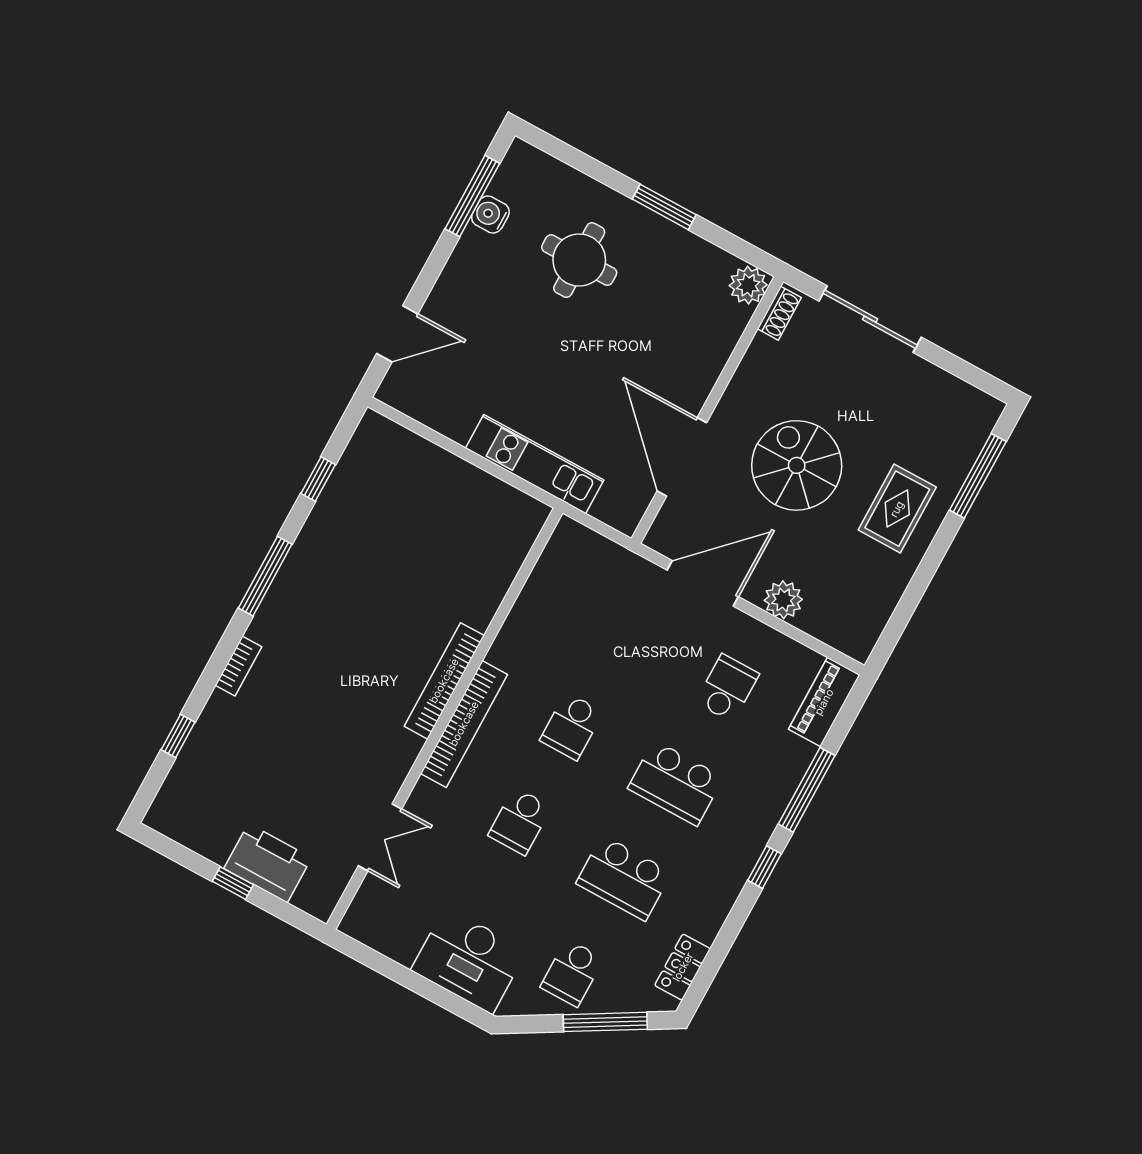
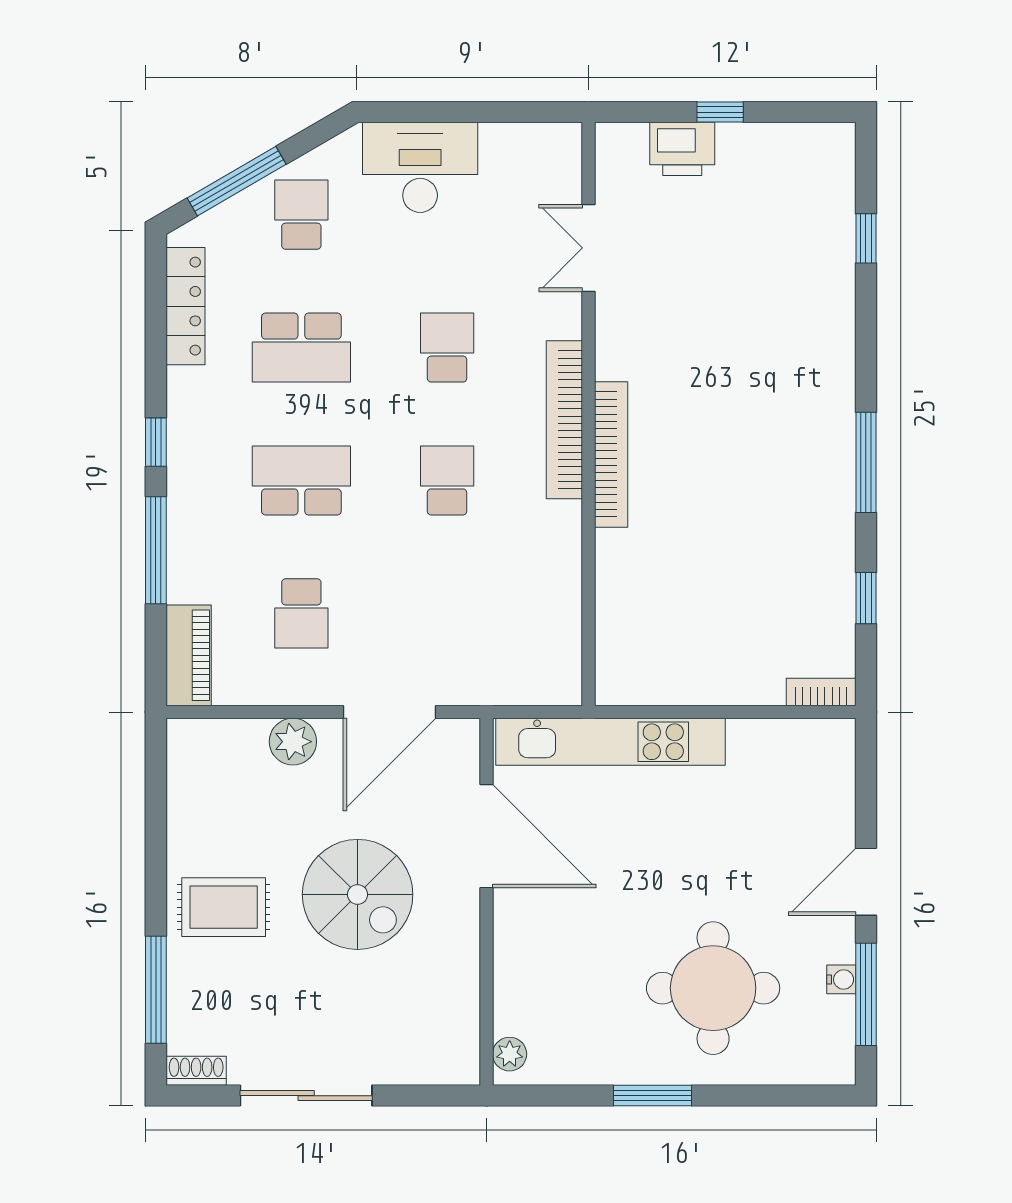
water cooler: (490, 215) -> (841, 979), width x0.72, depth x0.72
round table: (579, 260) -> (713, 988), width x1.36, depth x1.36
plant: (748, 285) -> (510, 1054), width x0.73, depth x0.73
shoe rack: (779, 313) -> (196, 1071), moved, turned 90
sliding door: (870, 319) -> (306, 1096), moved
door: (397, 334) -> (866, 882), moved
kitchen unit: (535, 464) -> (611, 742), width x1.36
rug: (897, 509) -> (224, 907), turned 90
bookcase: (239, 666) -> (821, 692), moved, turned 90
printer: (268, 863) -> (682, 149), width x0.73, depth x0.84
school desk: (624, 878) -> (301, 348), turned 180
locker: (683, 967) -> (186, 306), width x1.53

